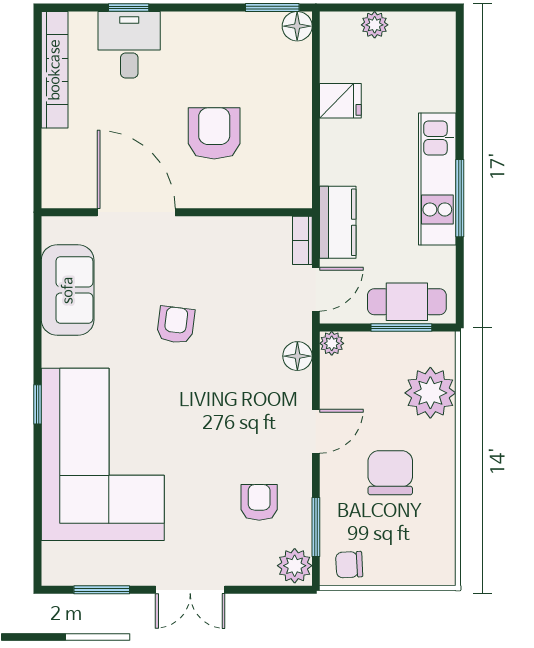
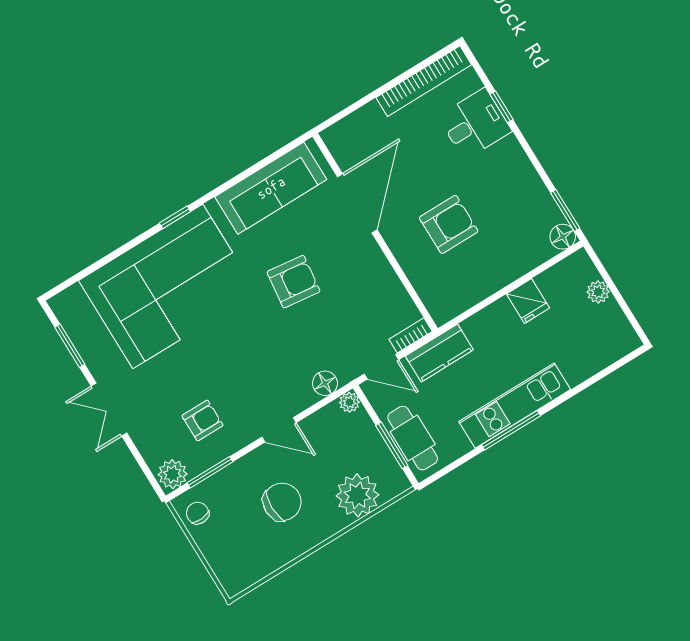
sofa: (68, 290) -> (271, 188), width x1.36
armchair: (176, 325) -> (293, 282), width x1.38, depth x1.38

